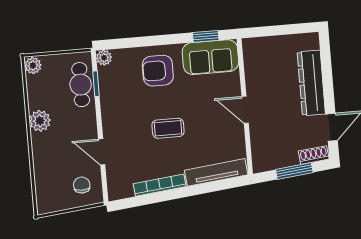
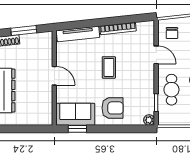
cafe table: (81, 85) -> (171, 90), moved
coffee table: (168, 128) -> (109, 67), turned 90

